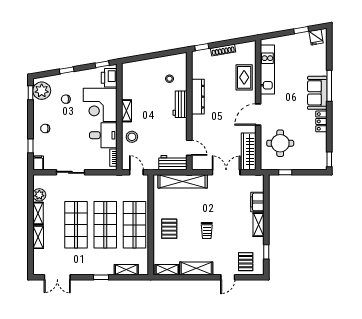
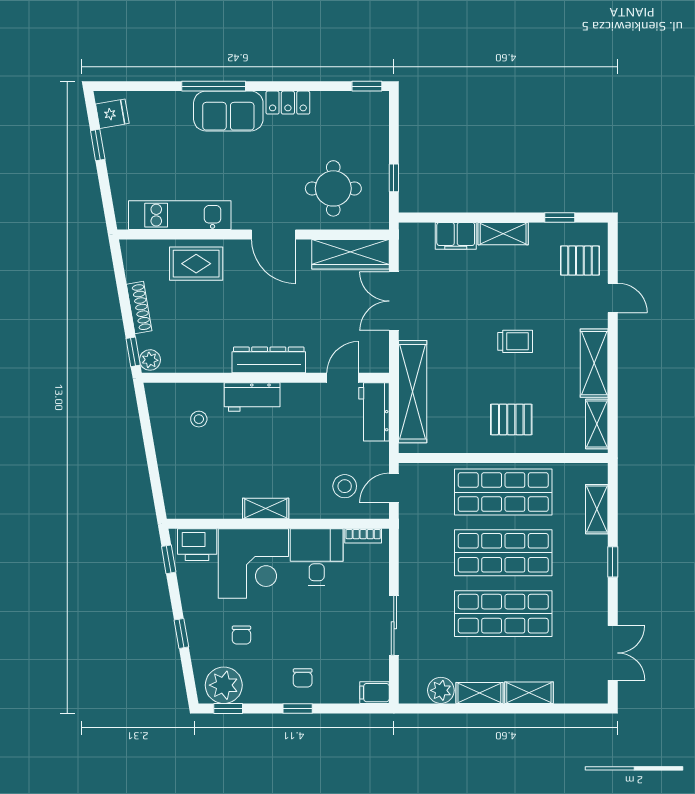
plant: (198, 55) -> (150, 360), added
dresser: (198, 97) -> (269, 360), moved
stool: (132, 137) -> (345, 486), moved
window: (31, 146) -> (298, 708), moved

